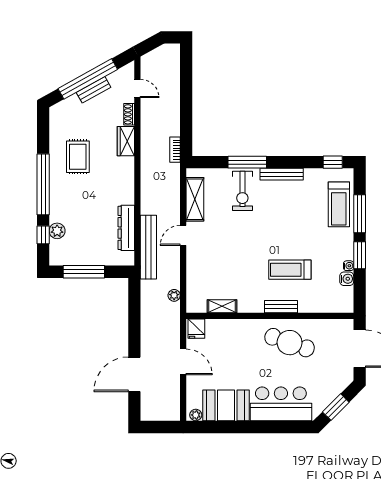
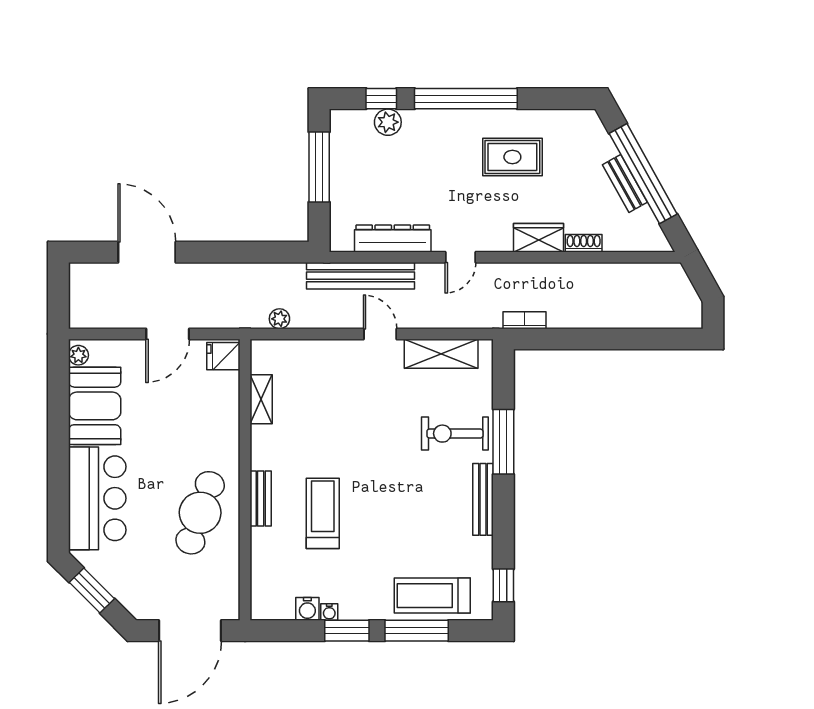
door: (137, 89) -> (460, 257), moved

